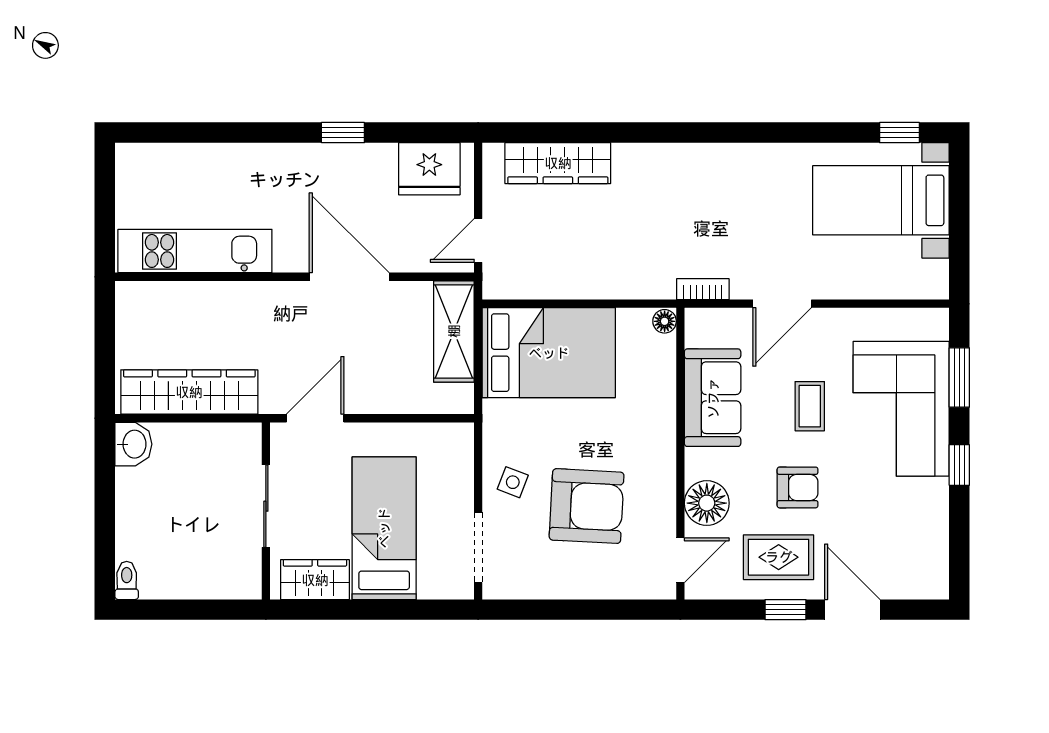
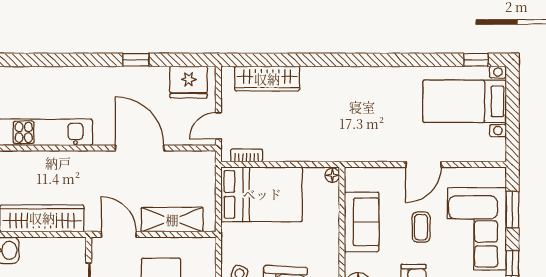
bookcase: (703, 289) -> (246, 156), moved
door: (782, 304) -> (423, 164), moved
shelving: (454, 331) -> (172, 220), moved, turned 90
door: (315, 418) -> (119, 234), hinge flipped

